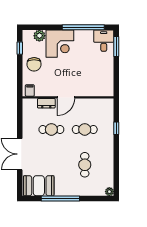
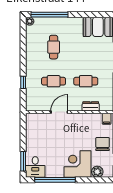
door: (66, 97) -> (59, 112), moved
window: (60, 198) -> (49, 15), moved

